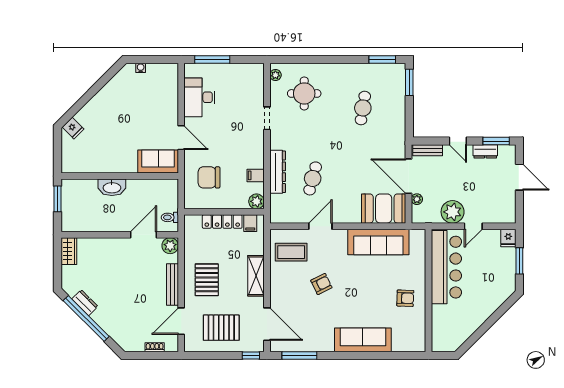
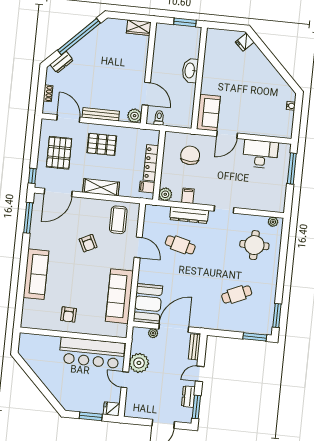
cafe table: (363, 108) -> (237, 294), turned -33
doorway: (267, 118) -> (224, 209), moved
dresser: (85, 303) -> (62, 62), moved

